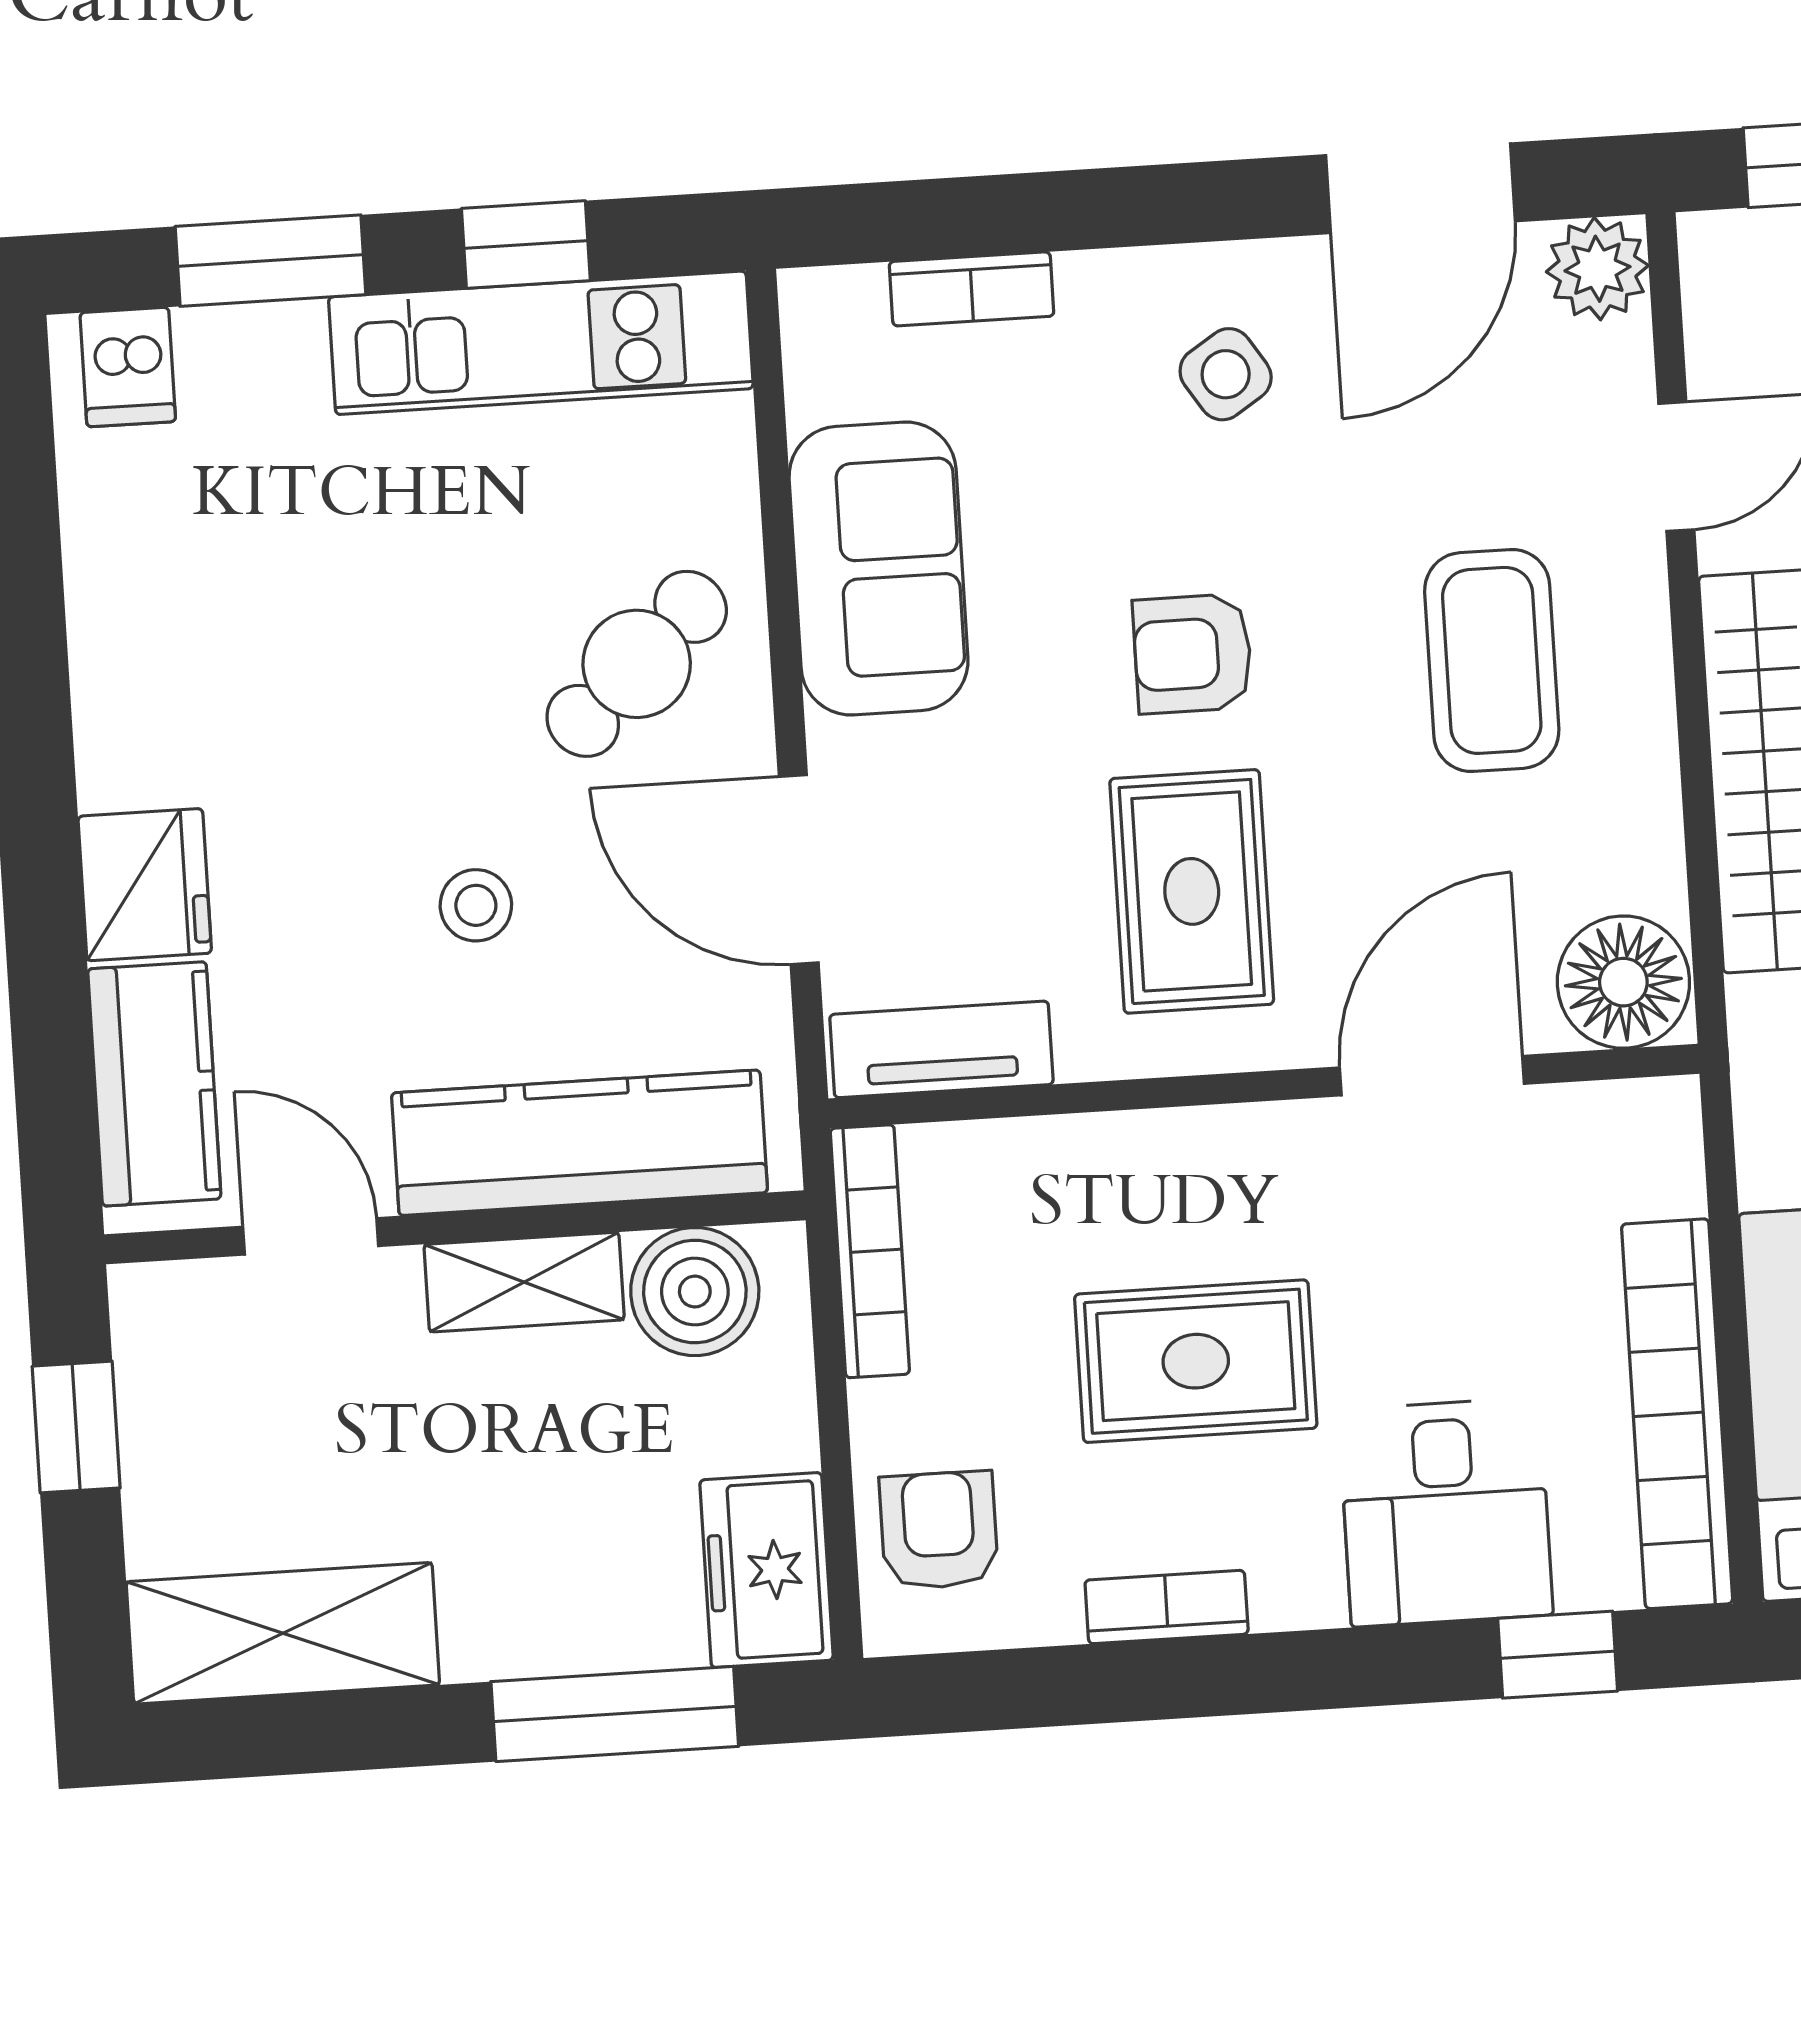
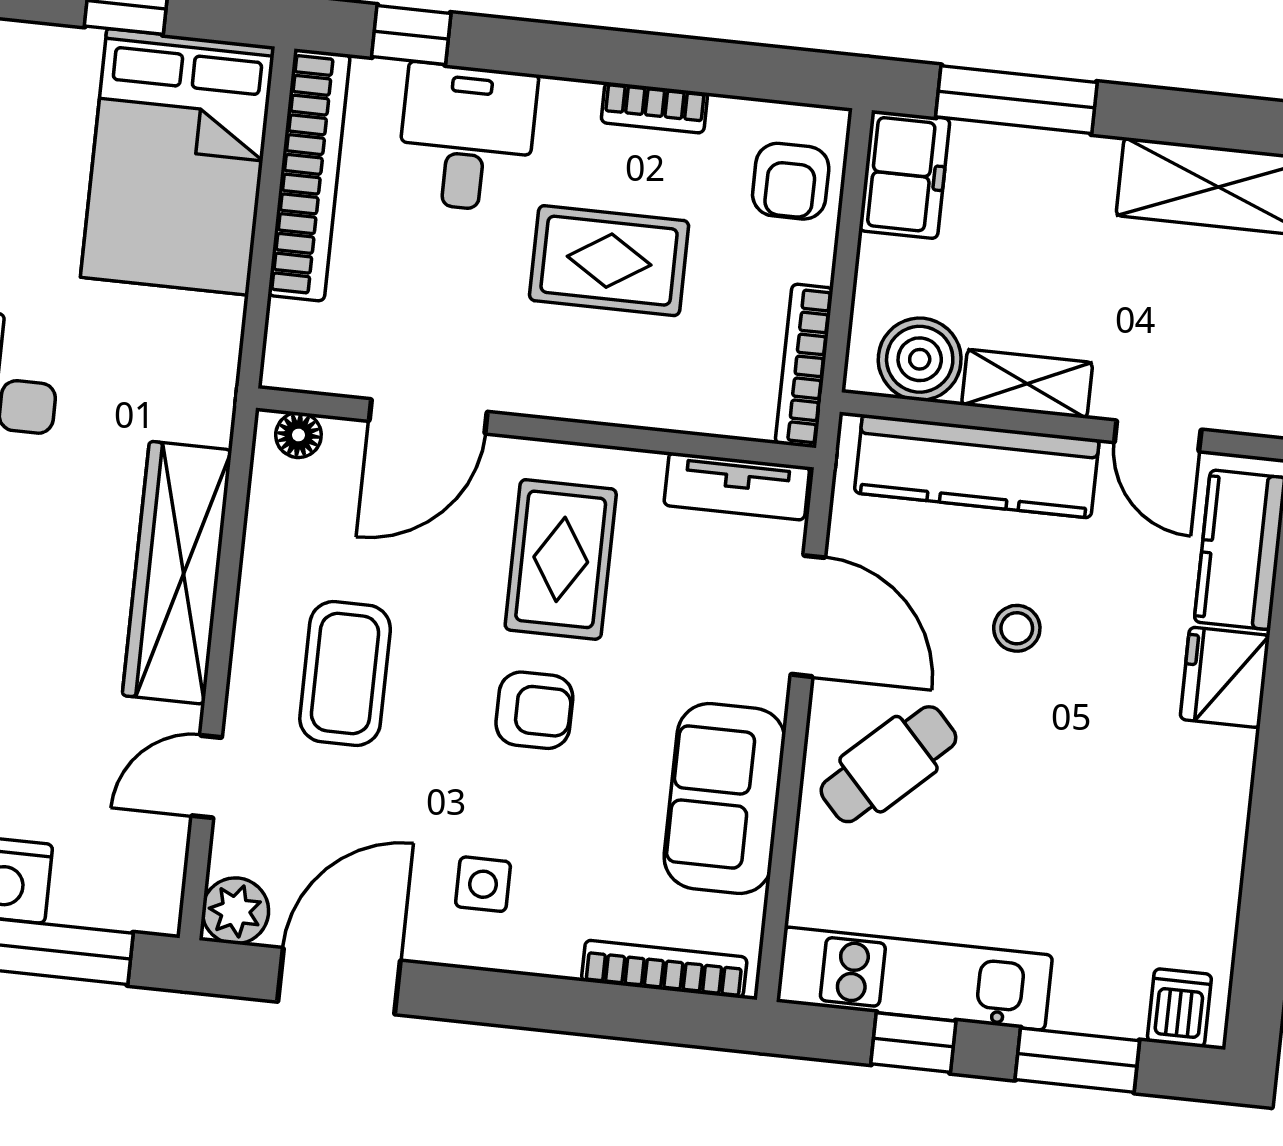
bookcase: (971, 289) -> (664, 969), width x1.56
side table: (1226, 374) -> (483, 884), turned 33
floor lamp: (1623, 982) -> (298, 435), width x0.53, depth x0.53

